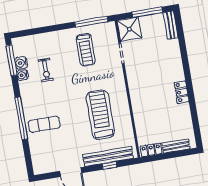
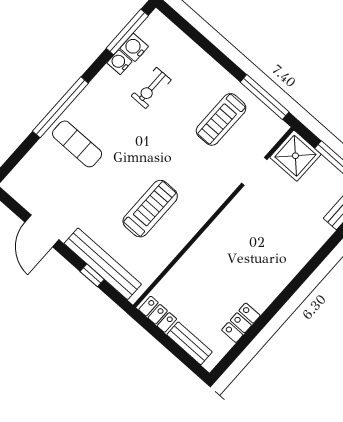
locker: (182, 92) -> (241, 323), moved
treadmill: (100, 115) -> (150, 209), width x0.73, depth x0.73

